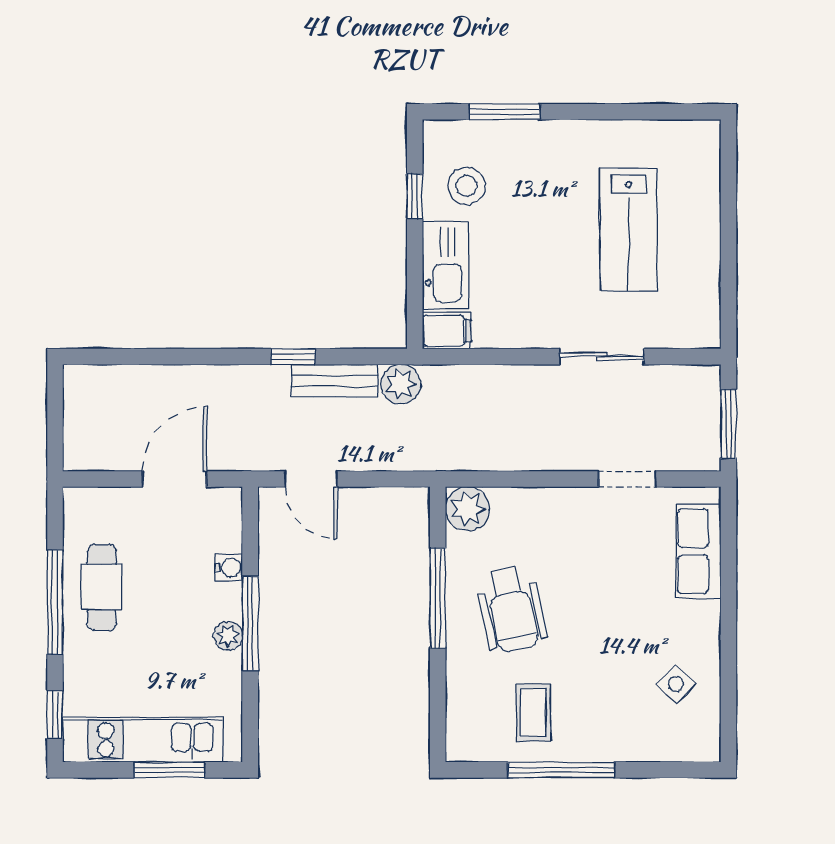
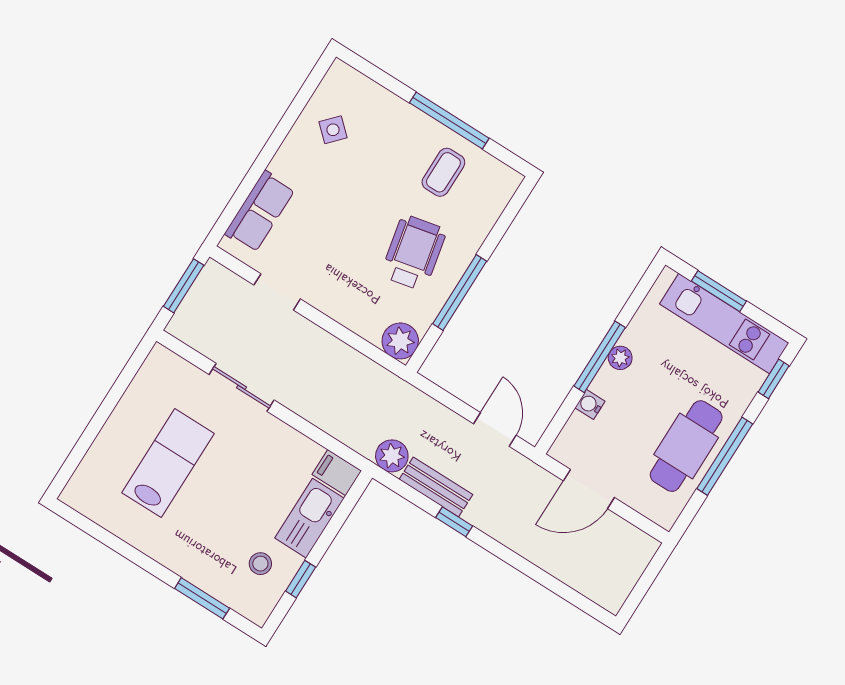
stool: (467, 186) -> (260, 564), width x0.73, depth x0.73
cafe table: (102, 587) -> (686, 446), width x1.37, depth x1.35

